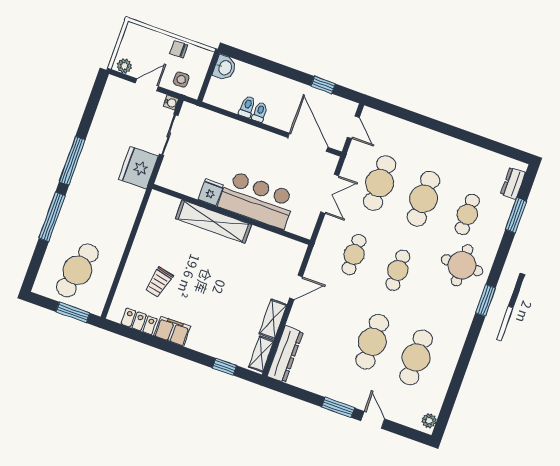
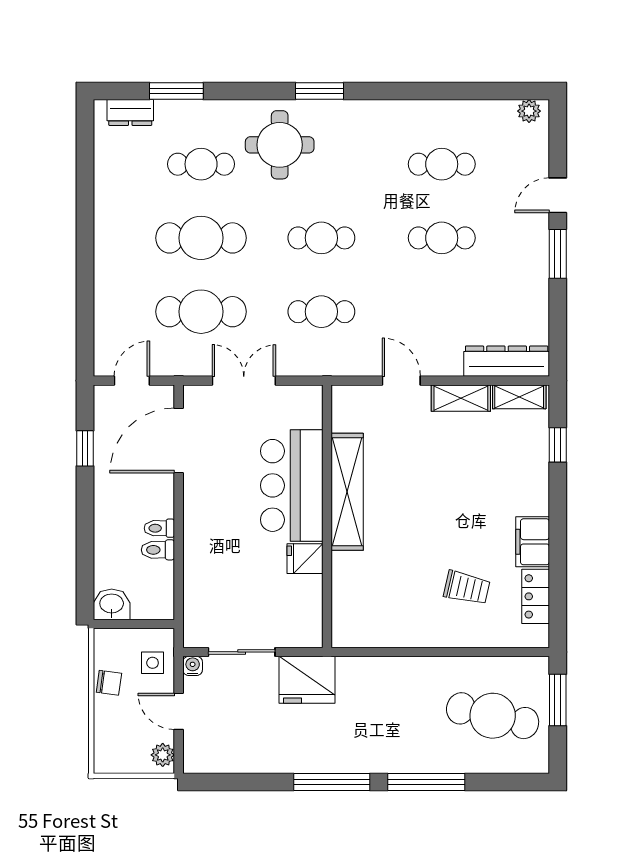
chair: (179, 49) -> (109, 683), turned -82
shelving: (214, 222) -> (347, 492), moved
cafe table: (372, 342) -> (442, 238), width x0.73, depth x0.74
cafe table: (416, 357) -> (442, 164), width x0.73, depth x0.74

